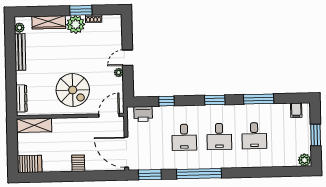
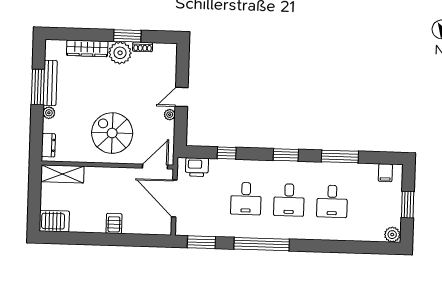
plant: (19, 28) -> (49, 113), moved
window: (10, 56) -> (38, 87), added
spiral stairs: (73, 90) -> (112, 133), turned 180
dresser: (21, 98) -> (48, 145), width x0.70
door: (126, 152) -> (174, 199), moved

